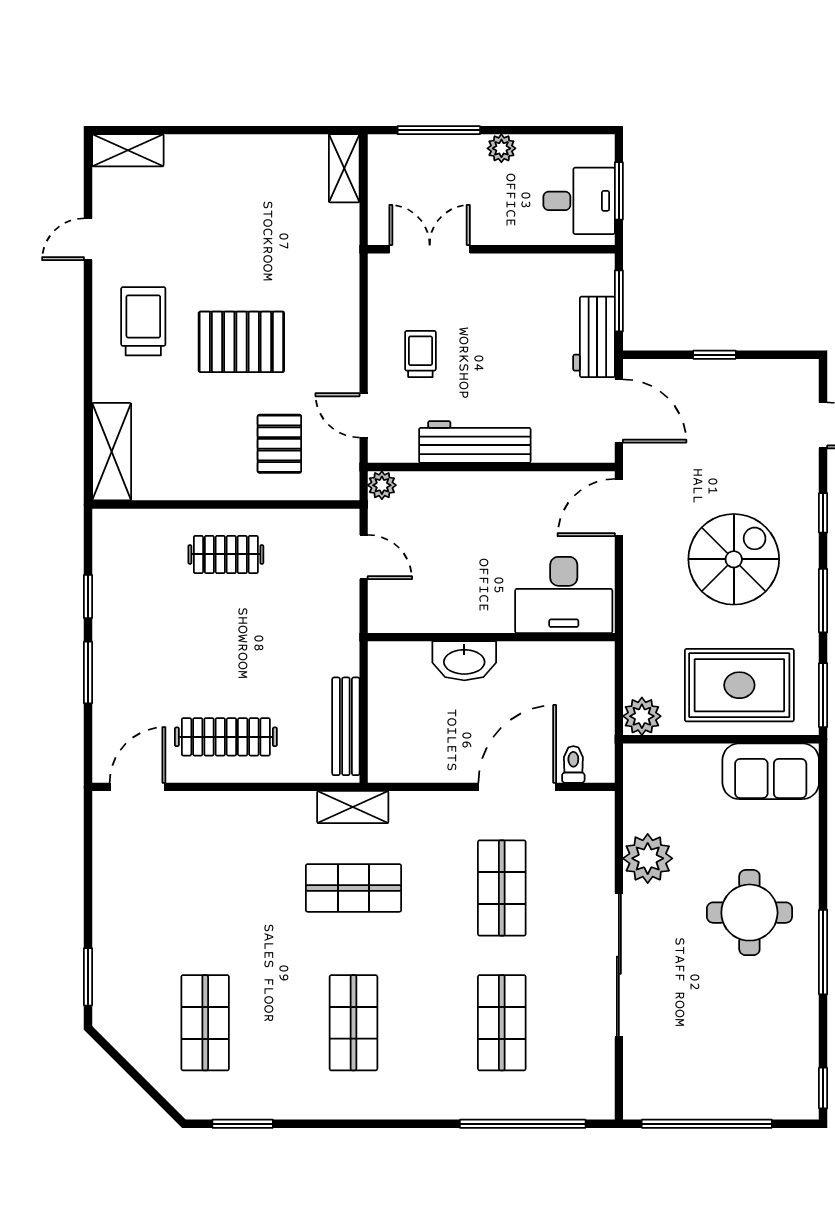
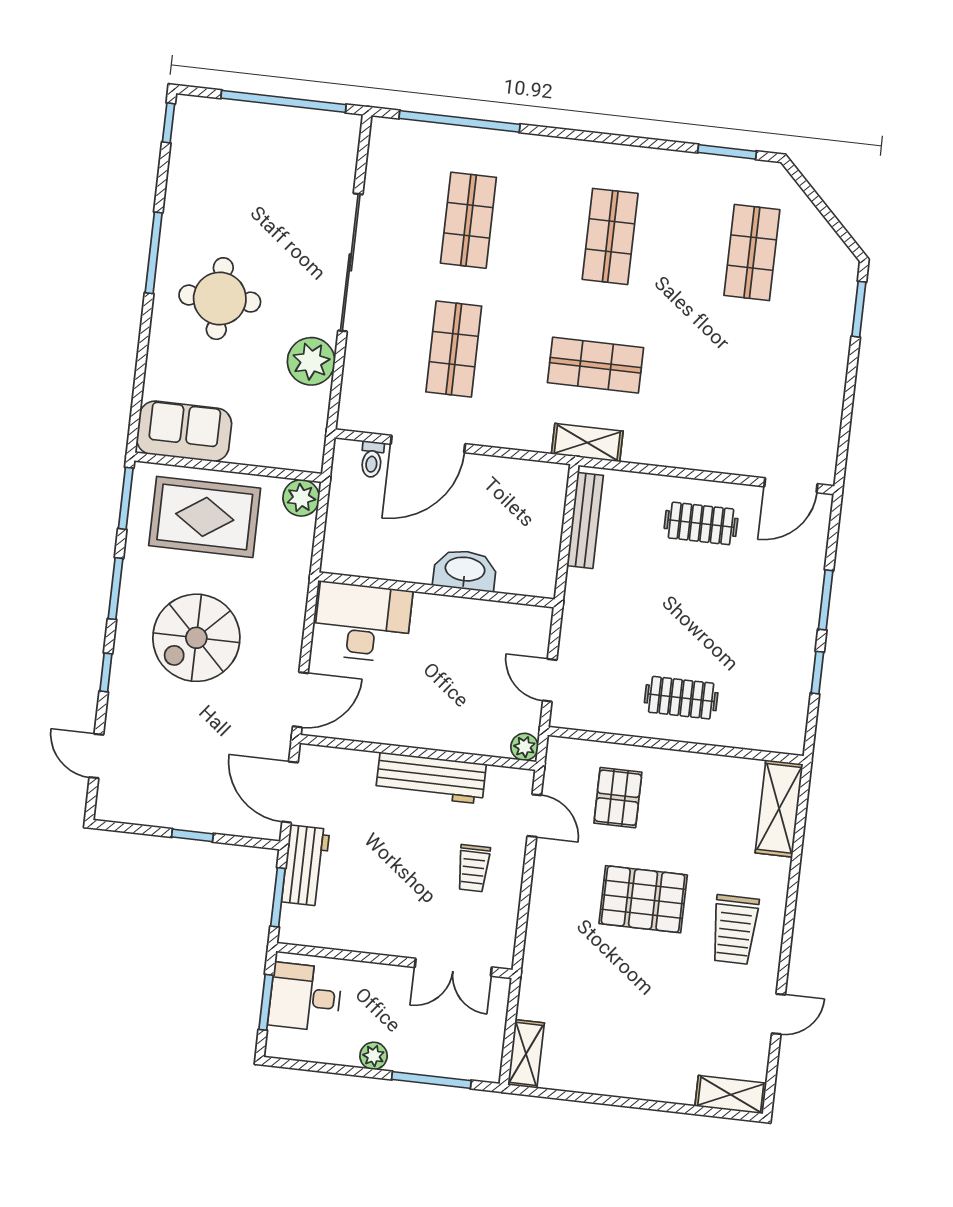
clothes rail: (226, 737) -> (701, 523), width x0.73

